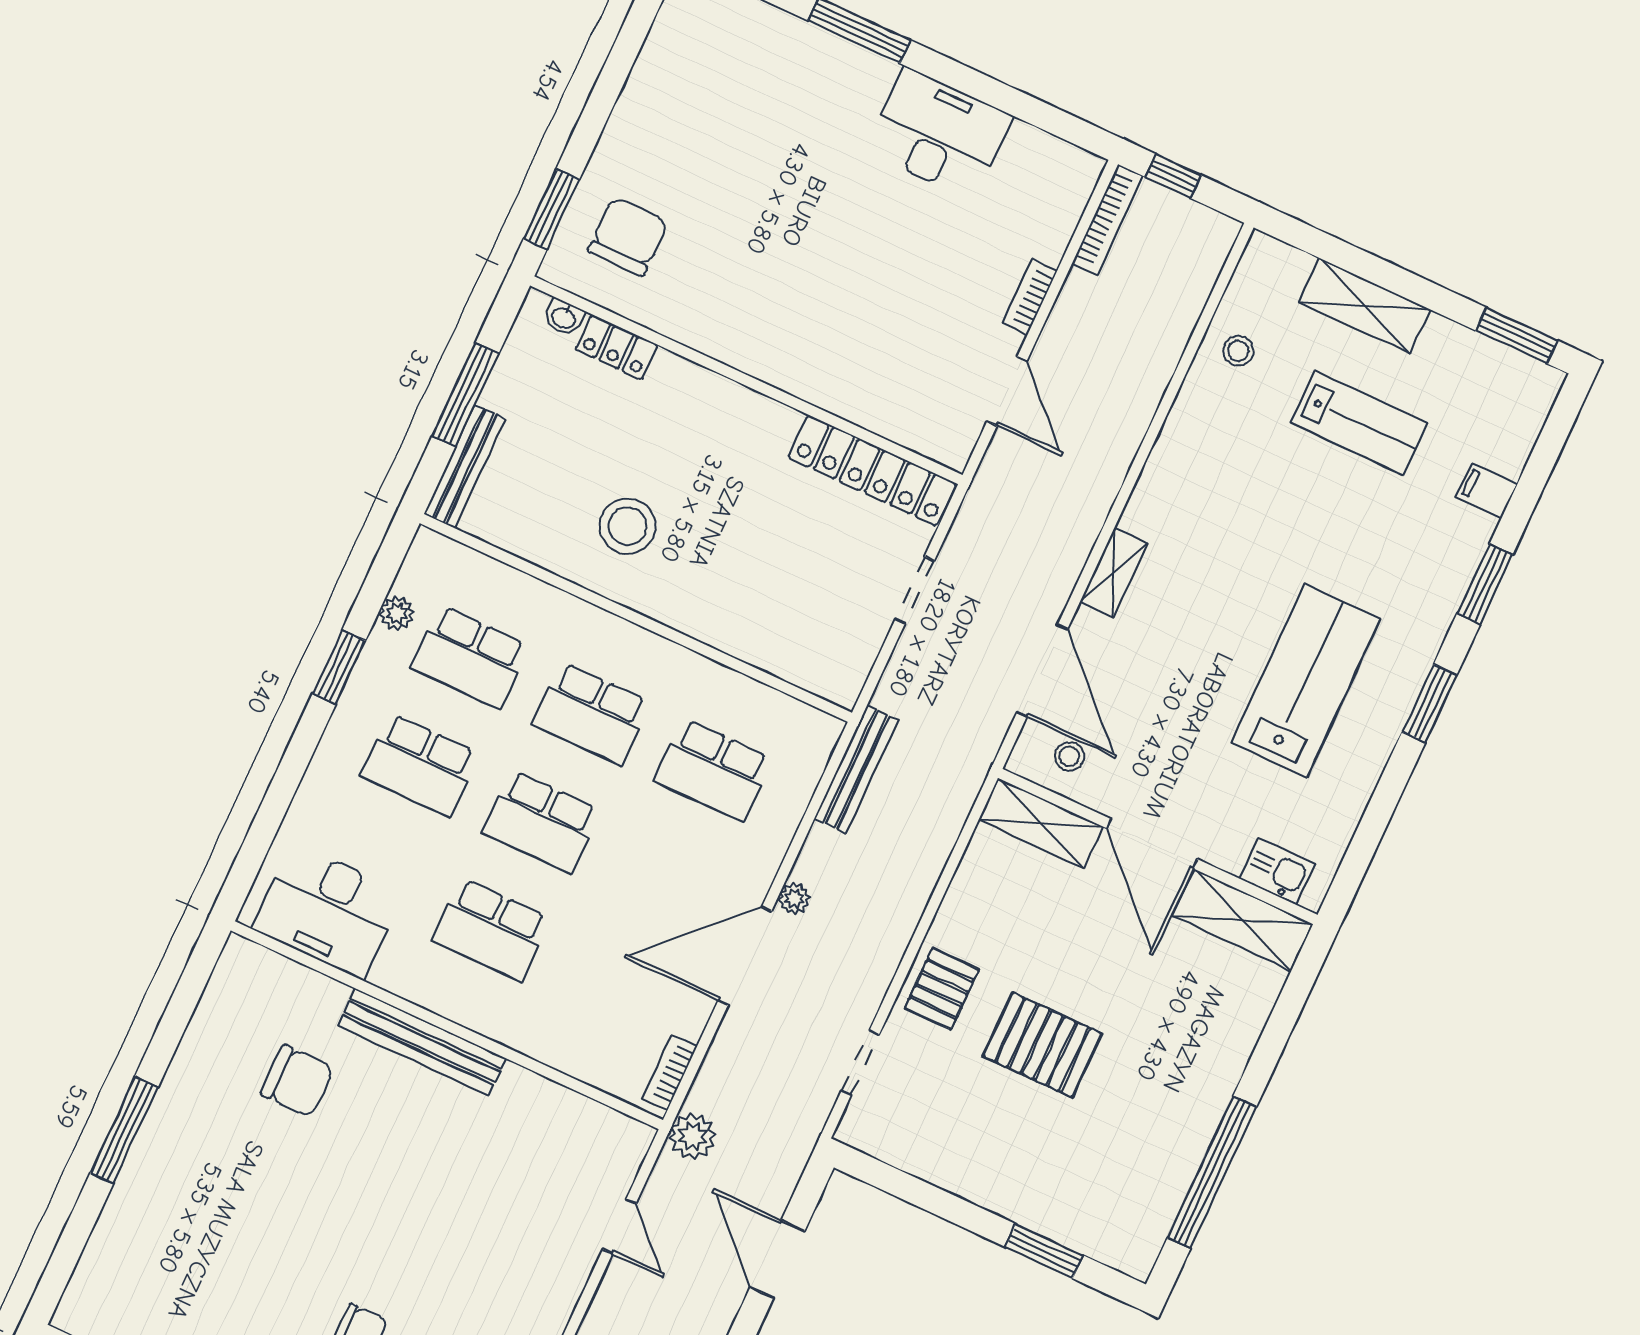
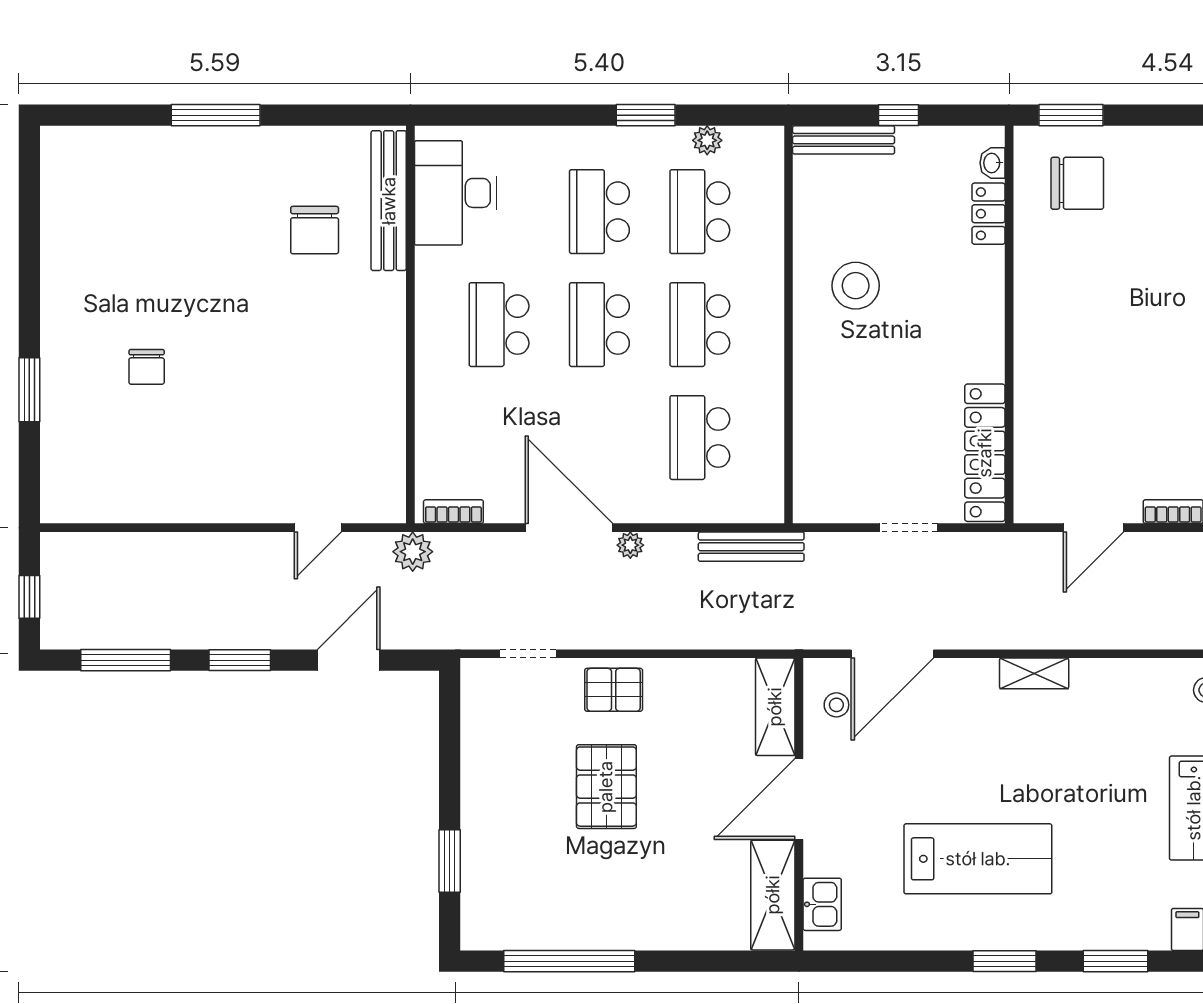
window: (465, 395) -> (899, 115), width x0.46
shelving: (1114, 573) -> (1034, 673), moved
bench: (422, 1042) -> (389, 201), moved

